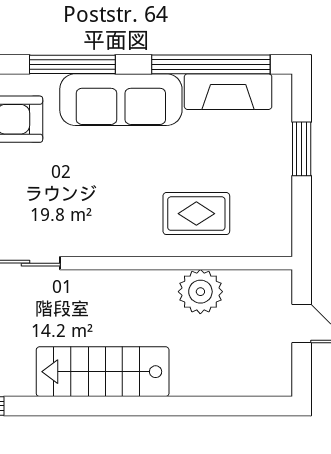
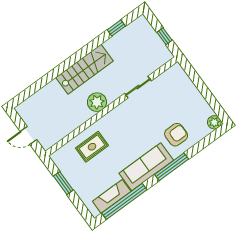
window: (302, 149) -> (63, 183), moved
plant: (200, 292) -> (97, 102), moved

